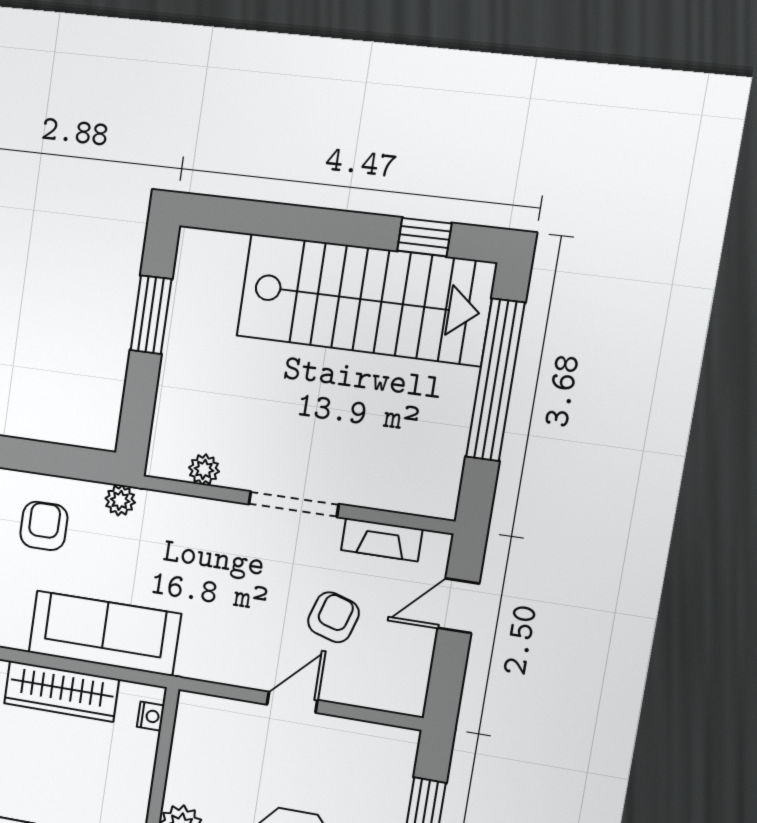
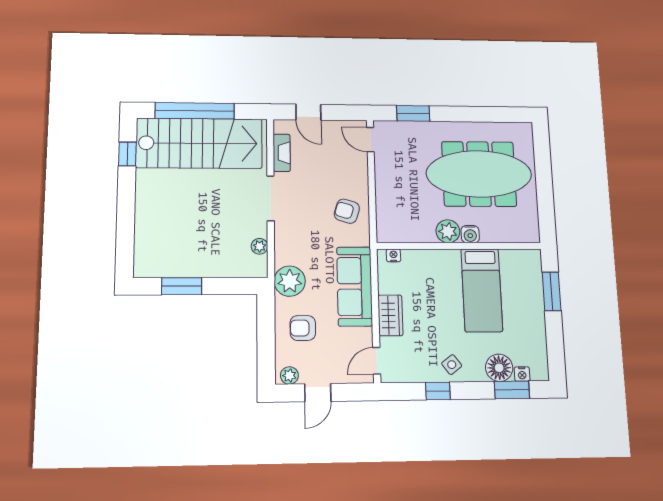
stairs: (365, 300) -> (199, 143), moved, turned 90
plant: (120, 500) -> (290, 281), width x1.88, depth x1.88
armchair: (333, 617) -> (347, 211), moved
wardrobe: (61, 691) -> (390, 315), width x0.67
door: (292, 702) -> (370, 140), moved

